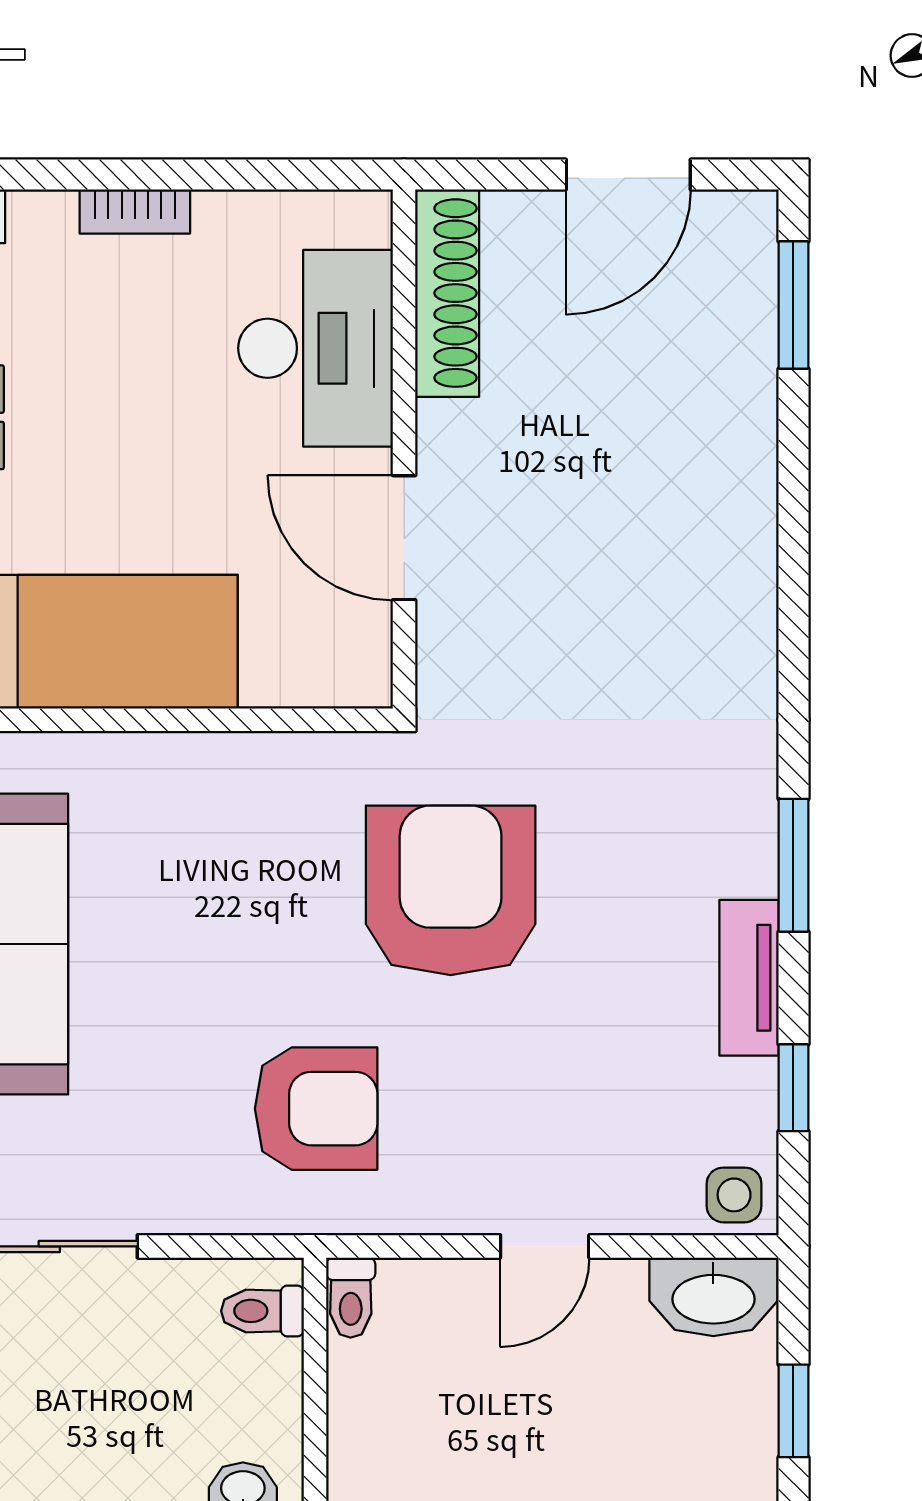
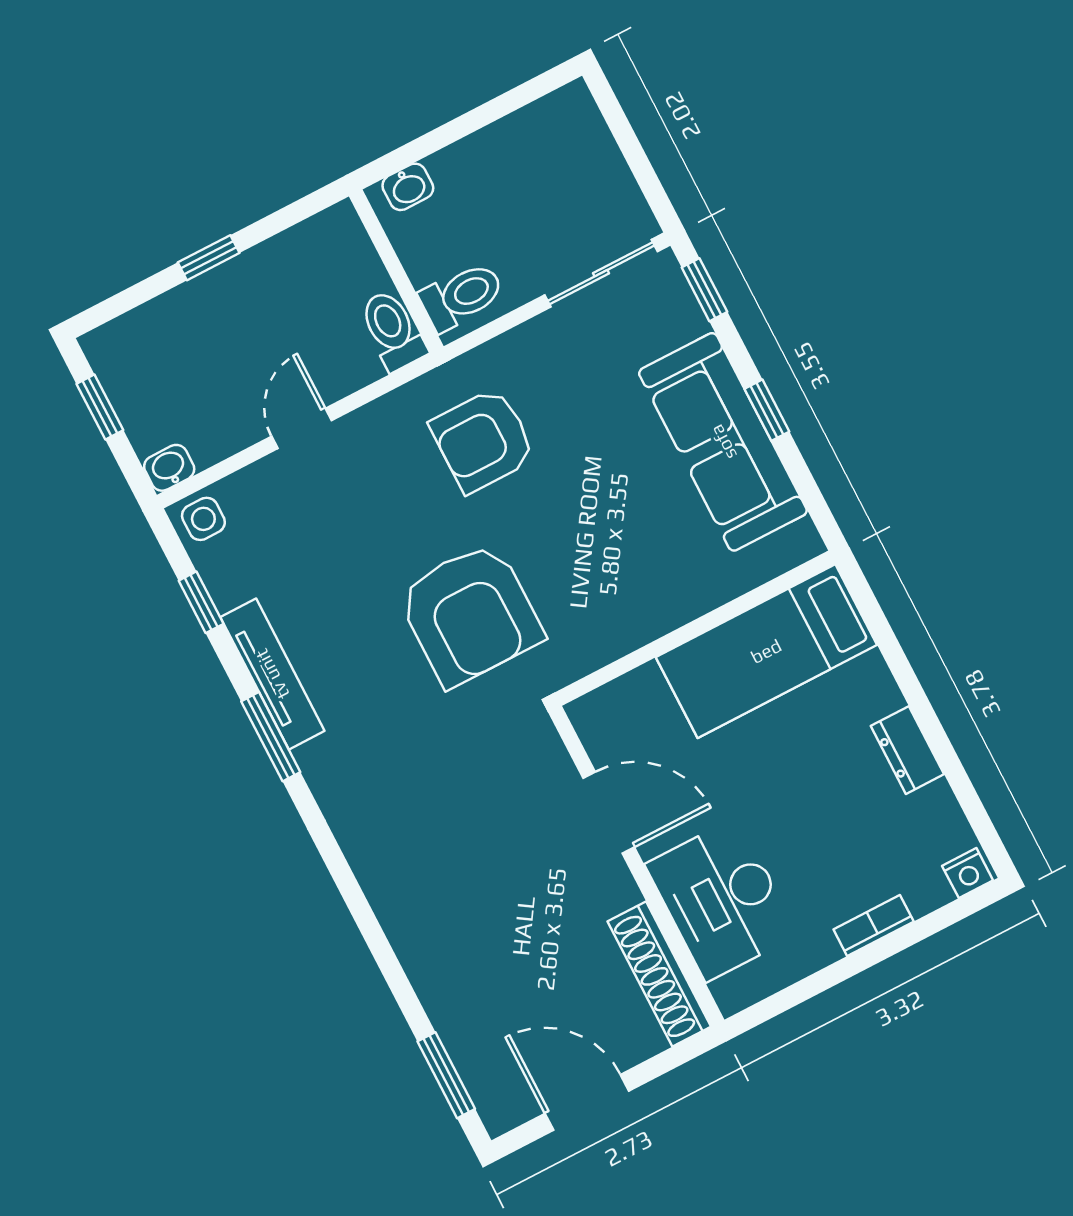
door: (628, 175) -> (587, 1102), hinge flipped
tv unit: (749, 978) -> (272, 674), width x1.41
washbasin: (713, 1297) -> (169, 468), width x0.52, depth x0.69
toilet: (351, 1298) -> (393, 330), width x1.37, depth x1.39
toilet: (262, 1311) -> (462, 296), width x1.37, depth x1.39

